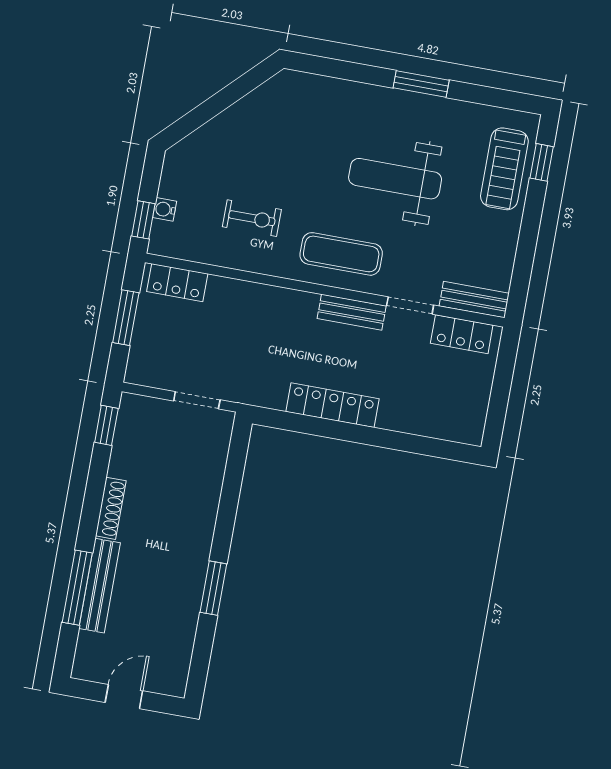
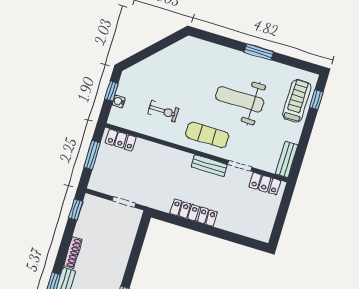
treadmill: (504, 169) -> (297, 101), turned 180
window: (143, 220) -> (111, 91), moved
bench: (474, 300) -> (287, 159), moved, turned 90

